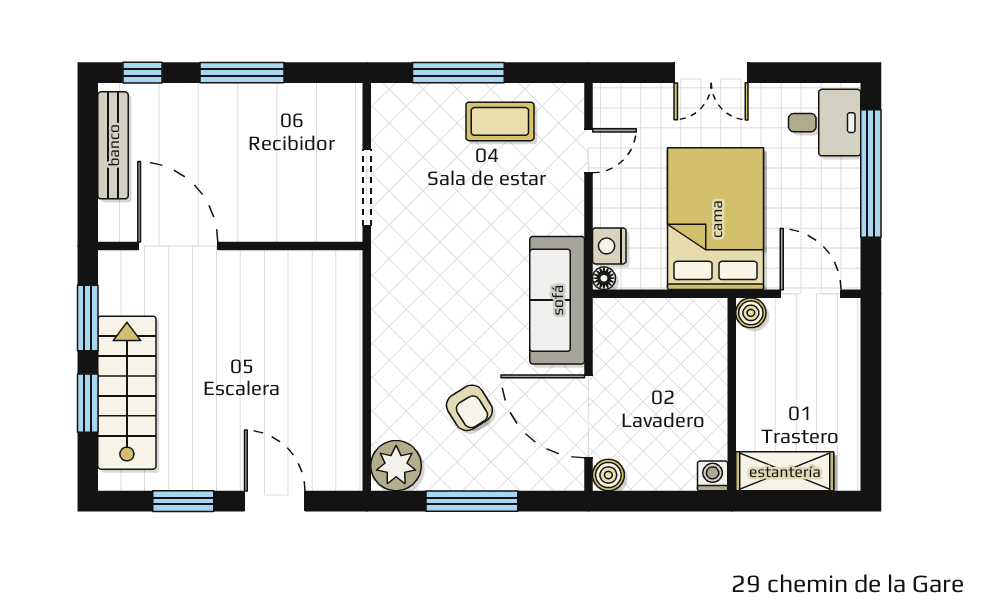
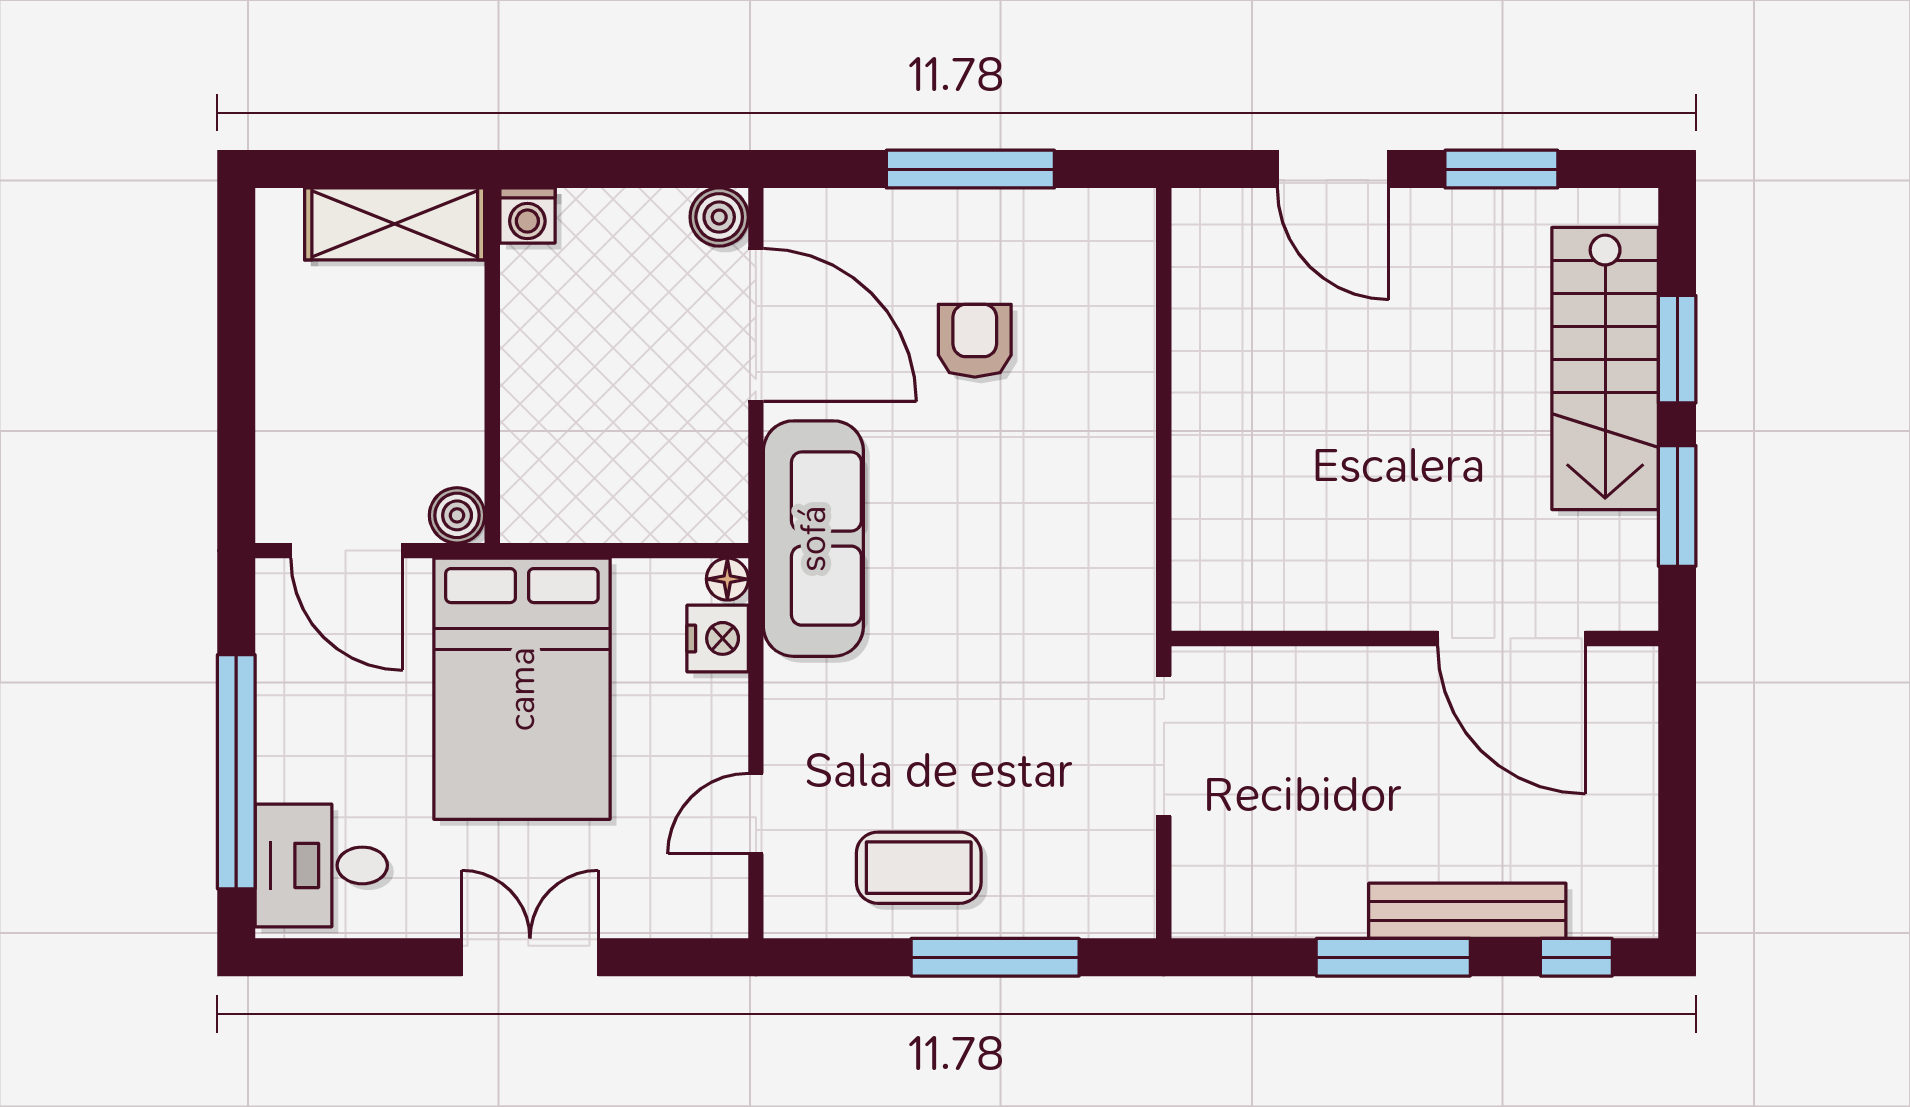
bench: (113, 145) -> (1467, 911), moved, turned 90
armchair: (469, 408) -> (975, 341), turned 32
plant: (396, 466) -> (1110, 234), removed

